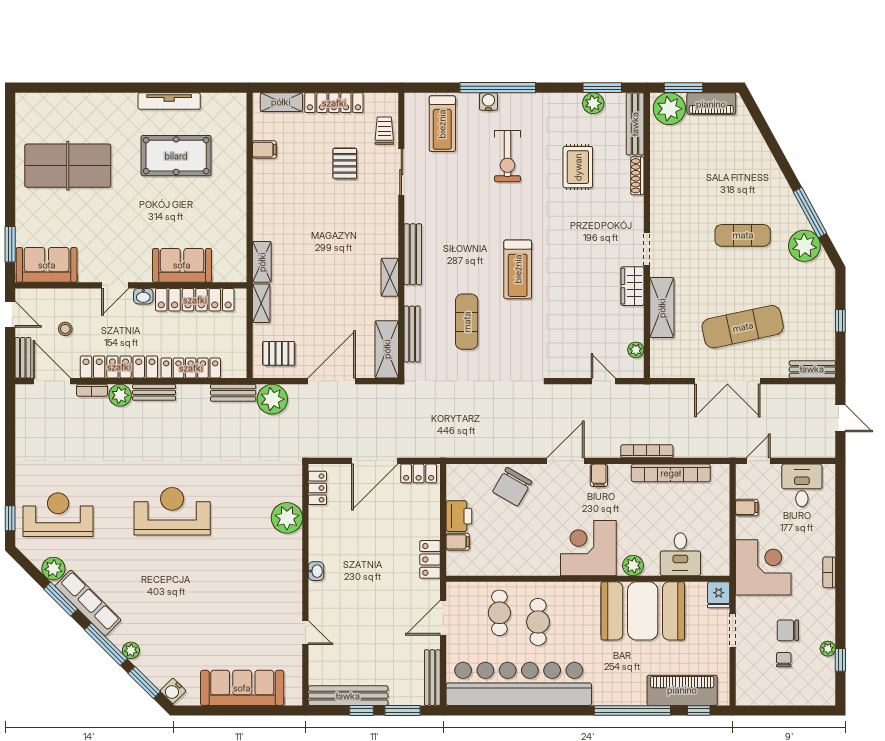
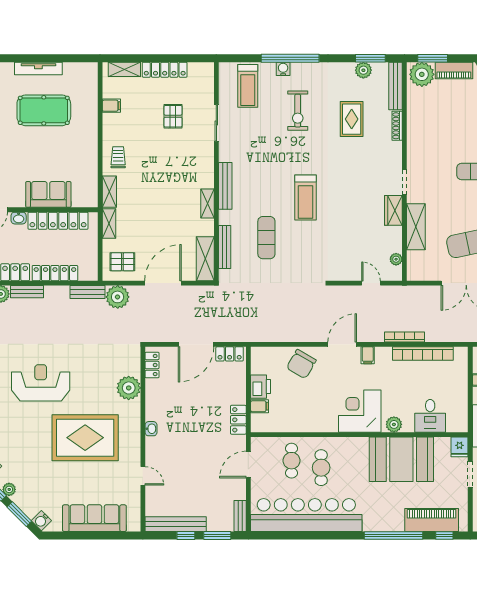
trolley: (384, 131) -> (118, 157), moved
rug: (230, 583) -> (85, 438), added
bench: (432, 678) -> (240, 516), width x0.73

